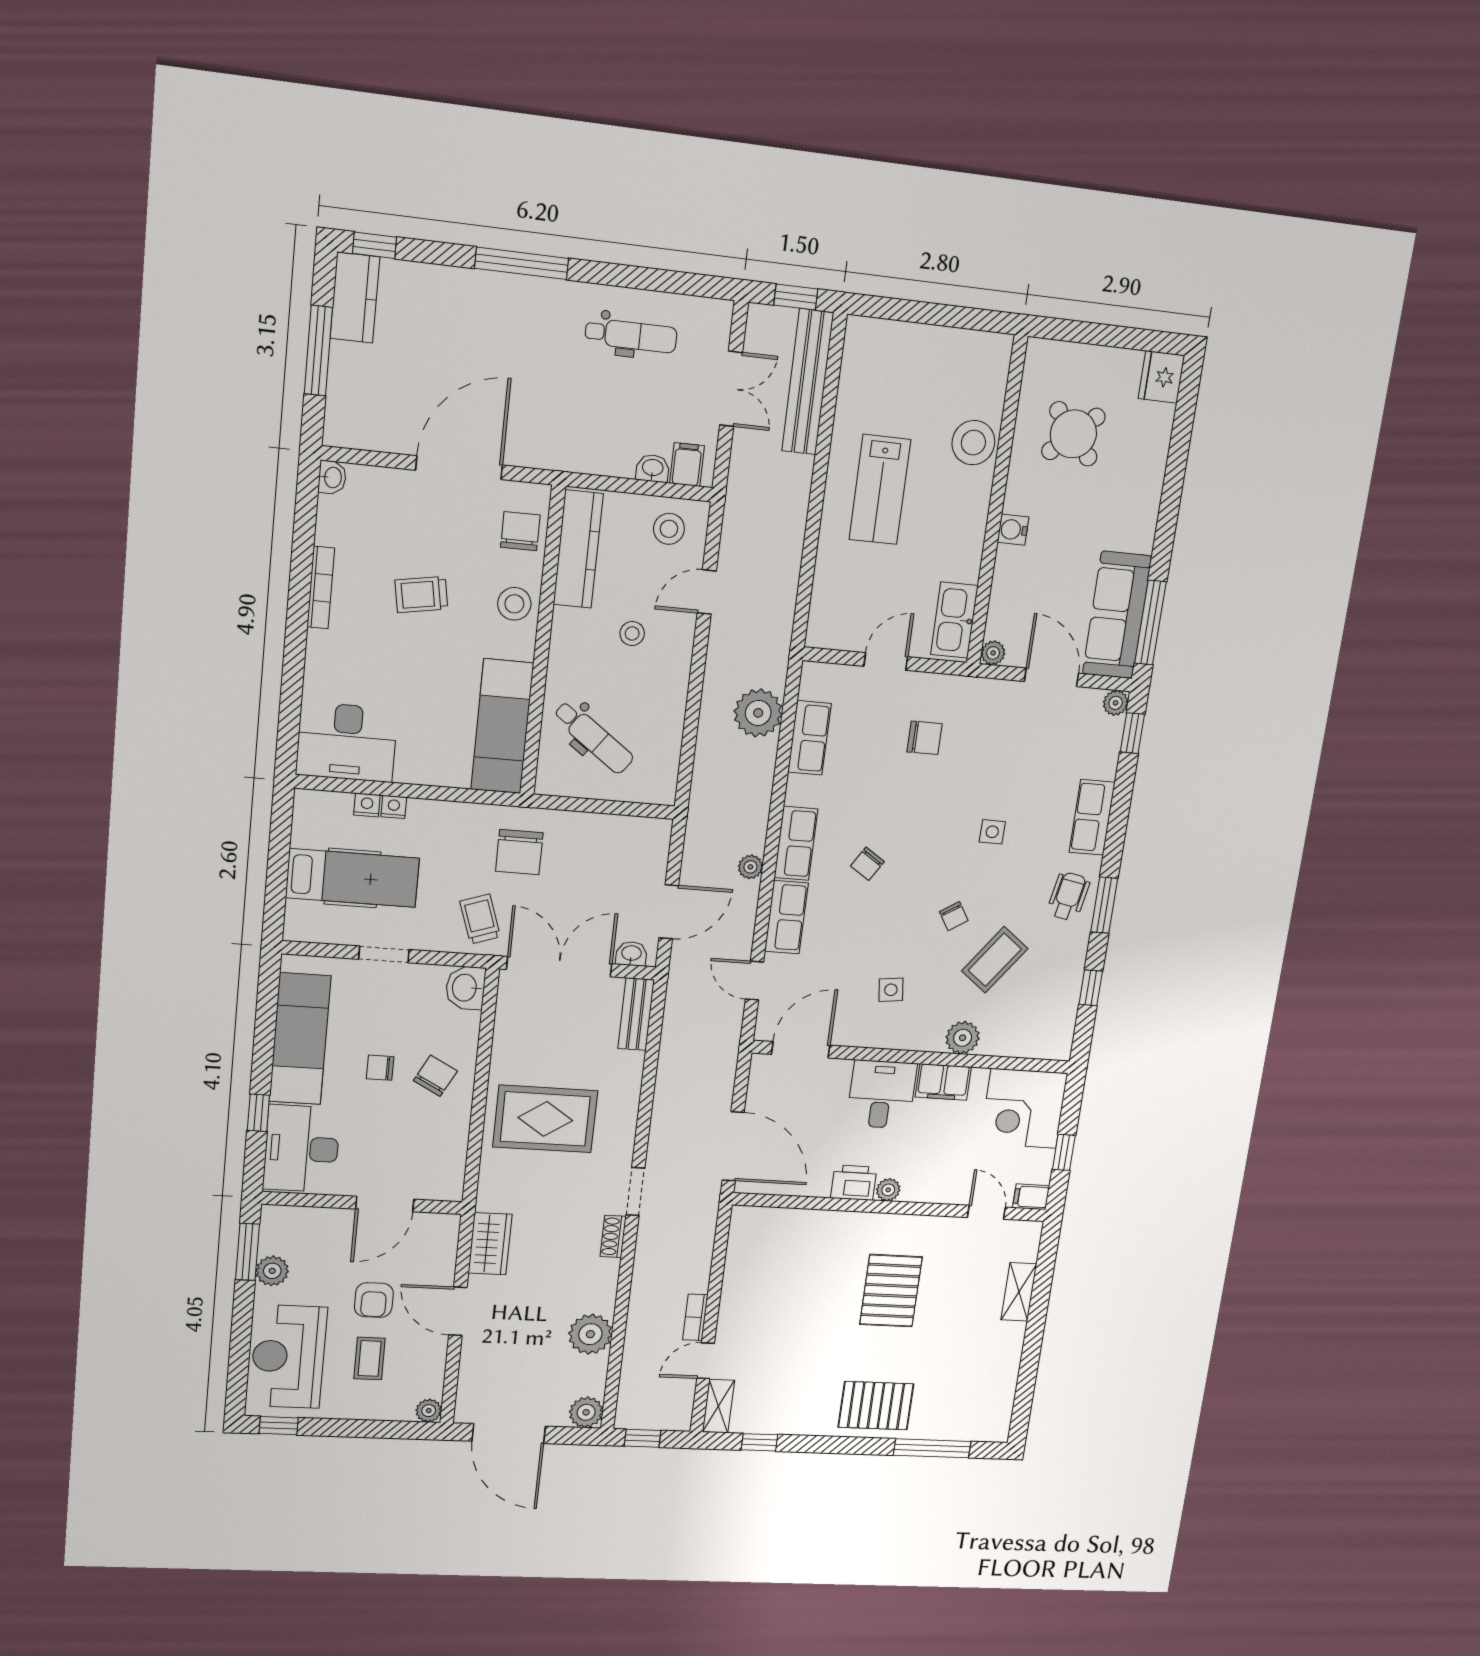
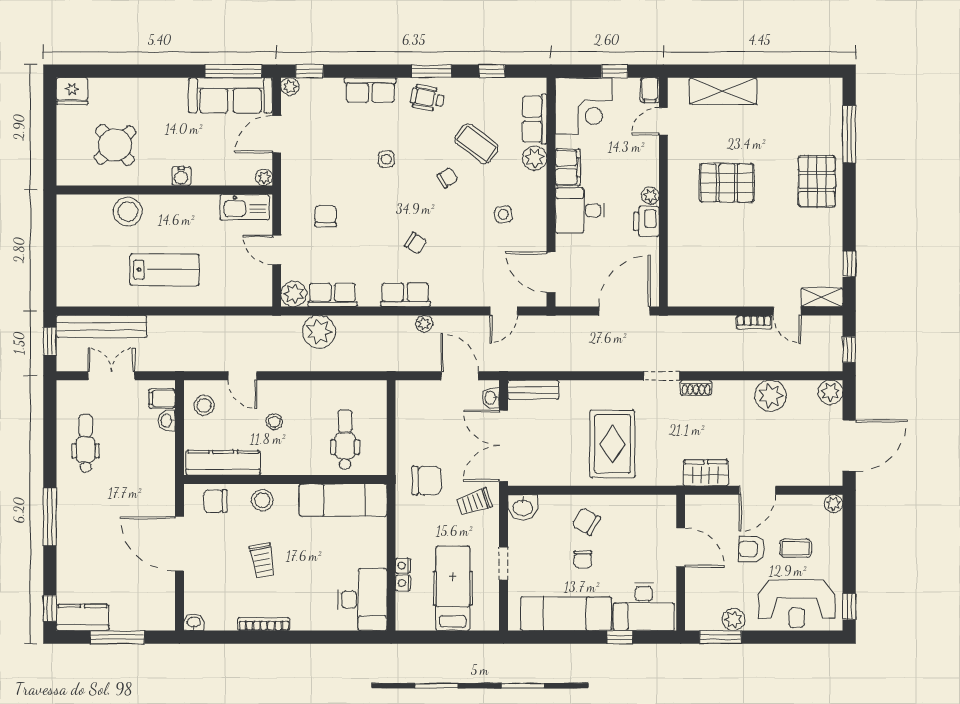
plant: (818, 681) -> (294, 294), added
dental chair: (593, 737) -> (345, 440), turned -36
row of seats: (786, 917) -> (535, 119), moved, turned -90
shelving: (1019, 1292) -> (723, 91), width x1.50, depth x1.33
armchair: (374, 1300) -> (752, 549), turned 180

